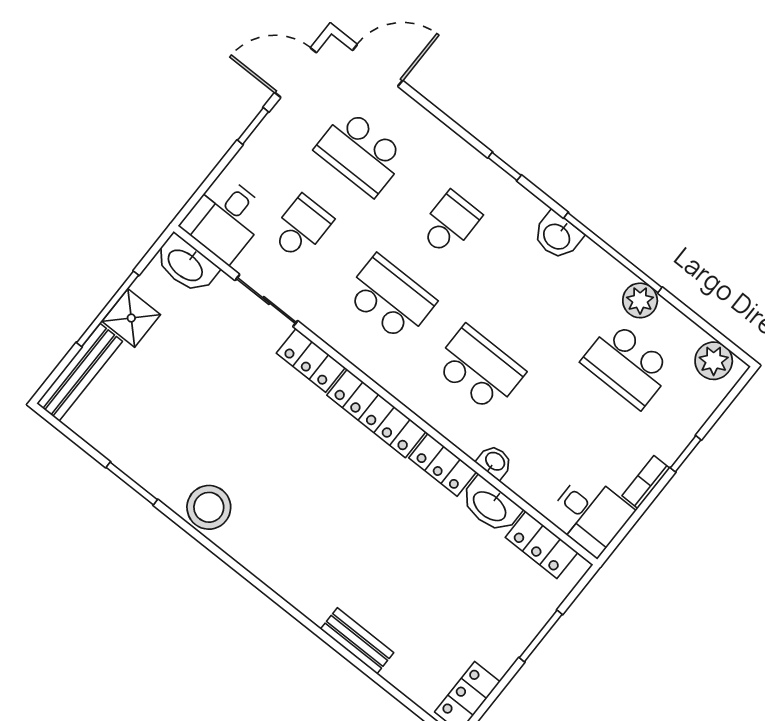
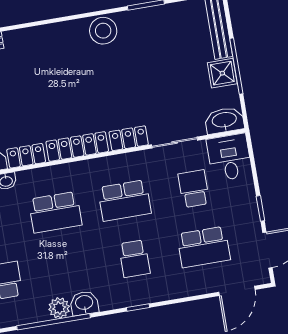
school desk: (361, 153) -> (204, 247), turned 180
school desk: (301, 227) -> (194, 189), turned 180
plant: (640, 300) -> (59, 308), moved

